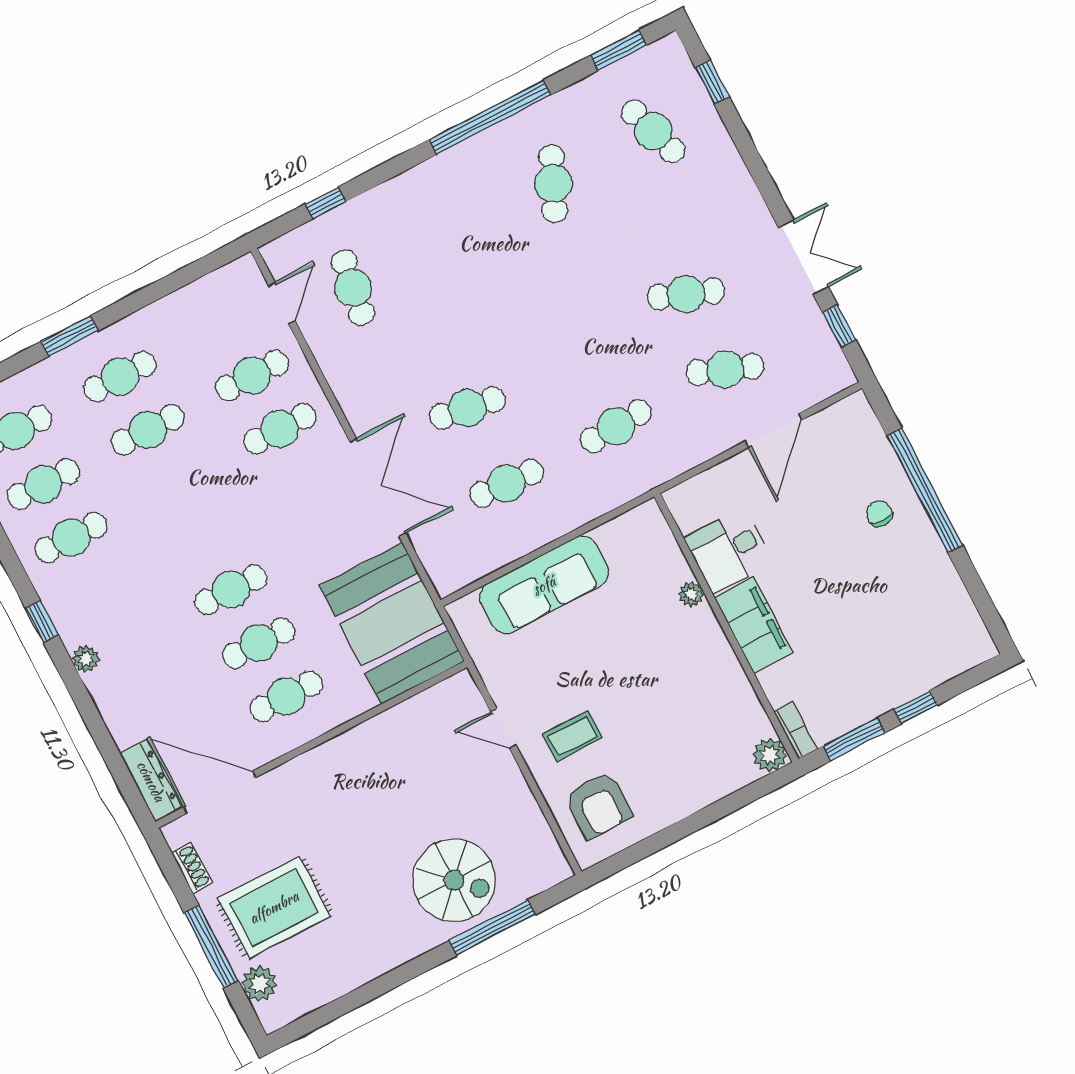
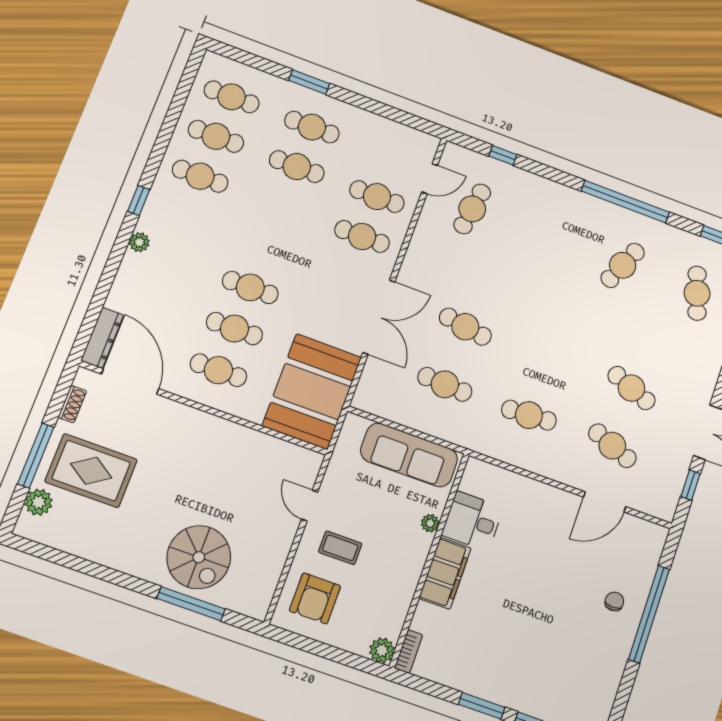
desk: (729, 550) -> (472, 521), moved
plant: (691, 594) -> (430, 523), moved
filing cabinet: (754, 625) -> (445, 573), moved
wall: (726, 628) -> (430, 560), moved
bookcase: (795, 730) -> (409, 652), moved
plant: (770, 755) -> (382, 650), moved

